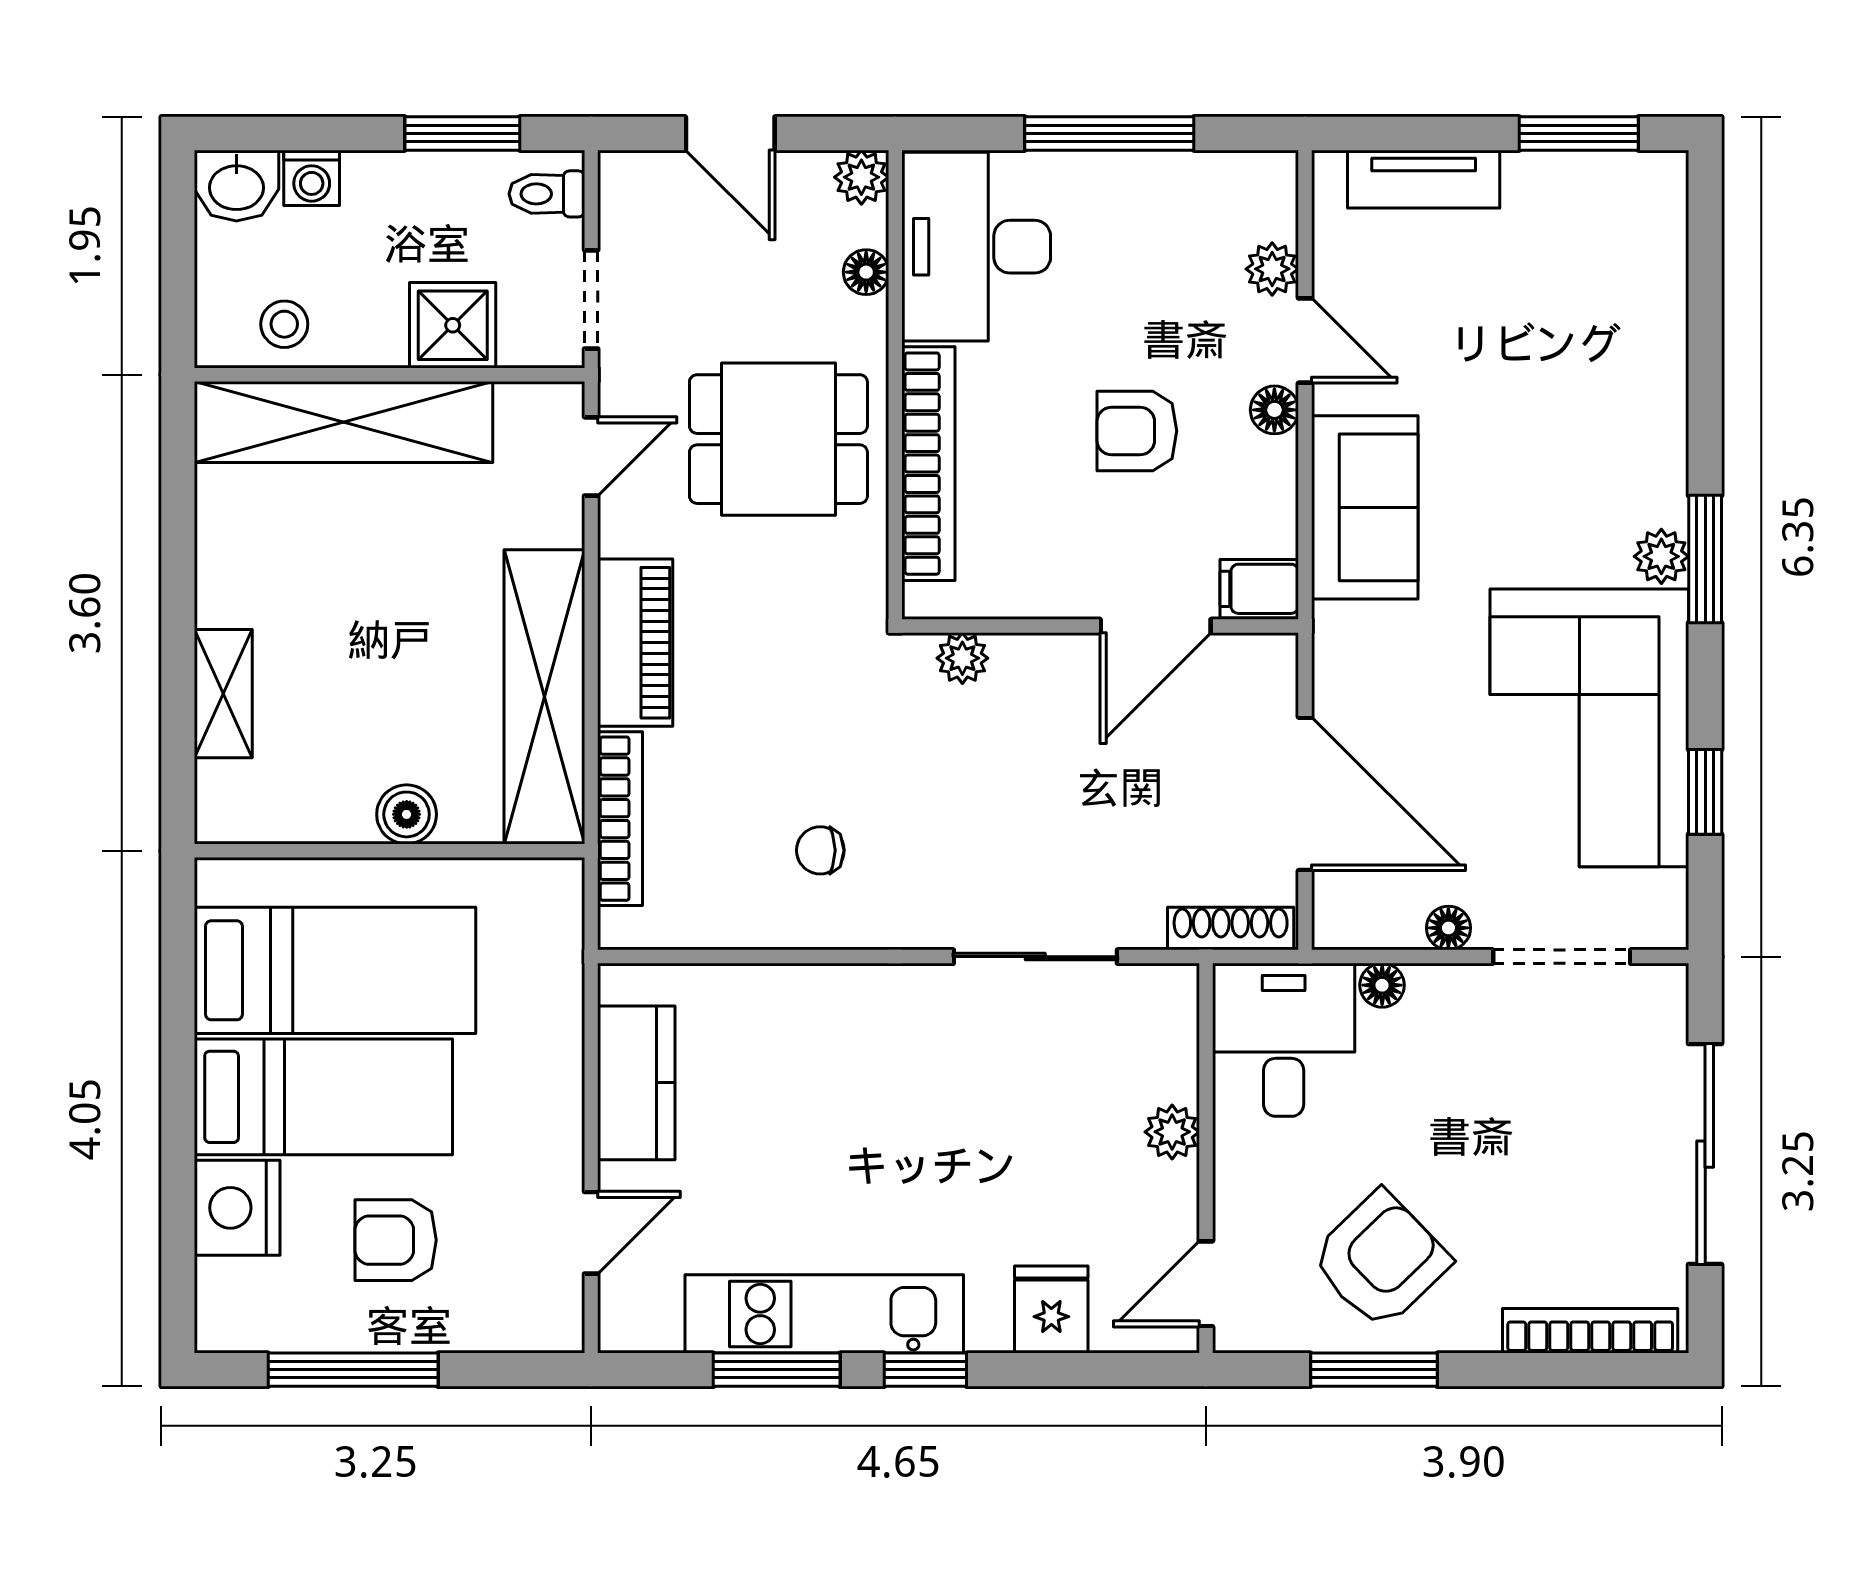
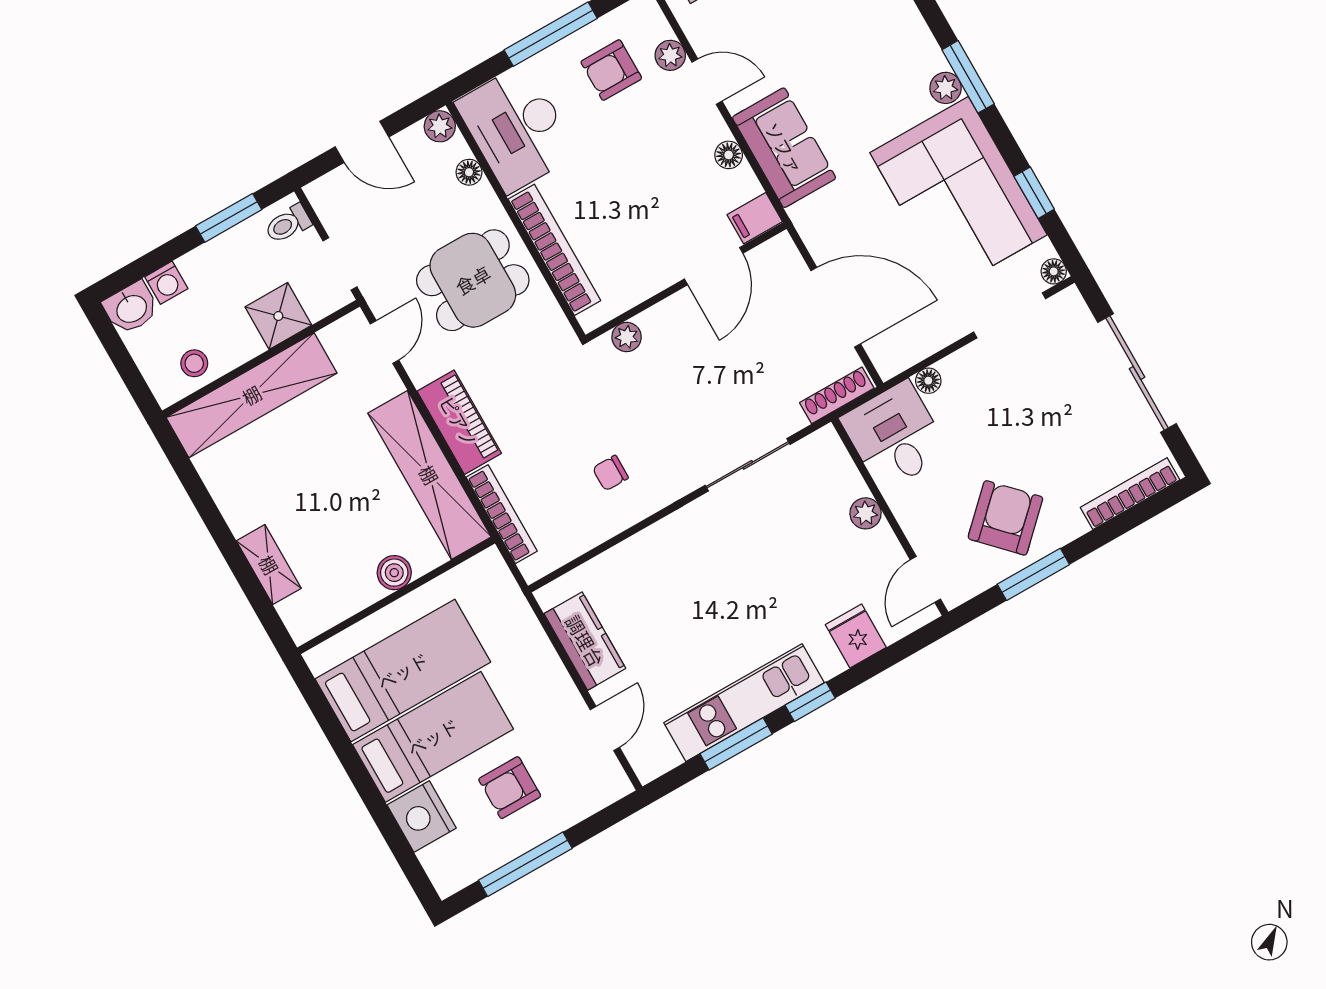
floor lamp: (1274, 410) -> (729, 155), moved
armchair: (1137, 431) -> (611, 70), moved
floor lamp: (1448, 928) -> (1054, 271), moved

